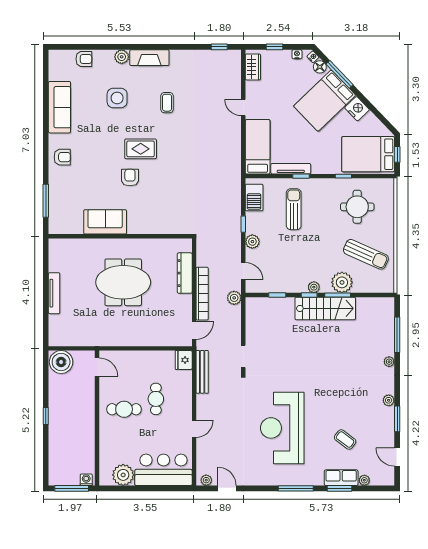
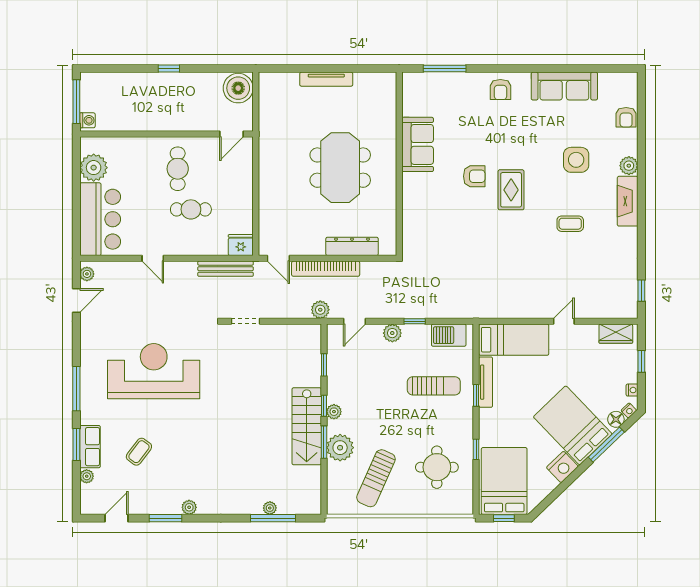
plant: (389, 362) -> (270, 508), moved

